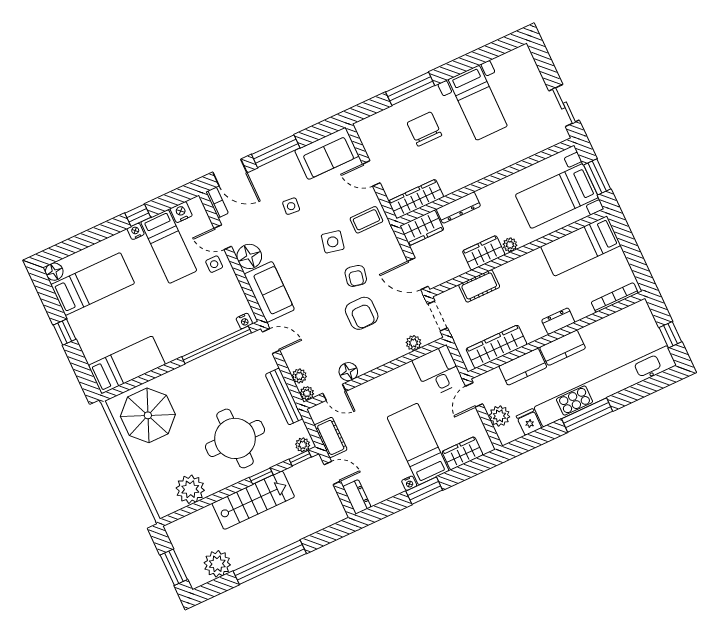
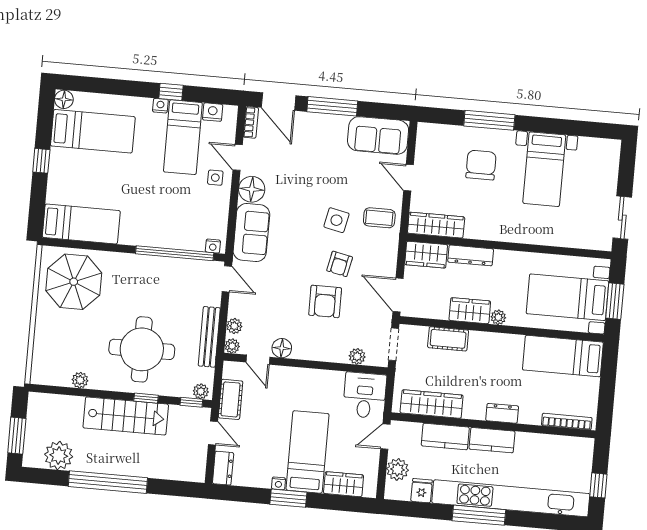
side table: (291, 206) -> (317, 165), removed
plant: (190, 489) -> (80, 380), width x0.53, depth x0.53

